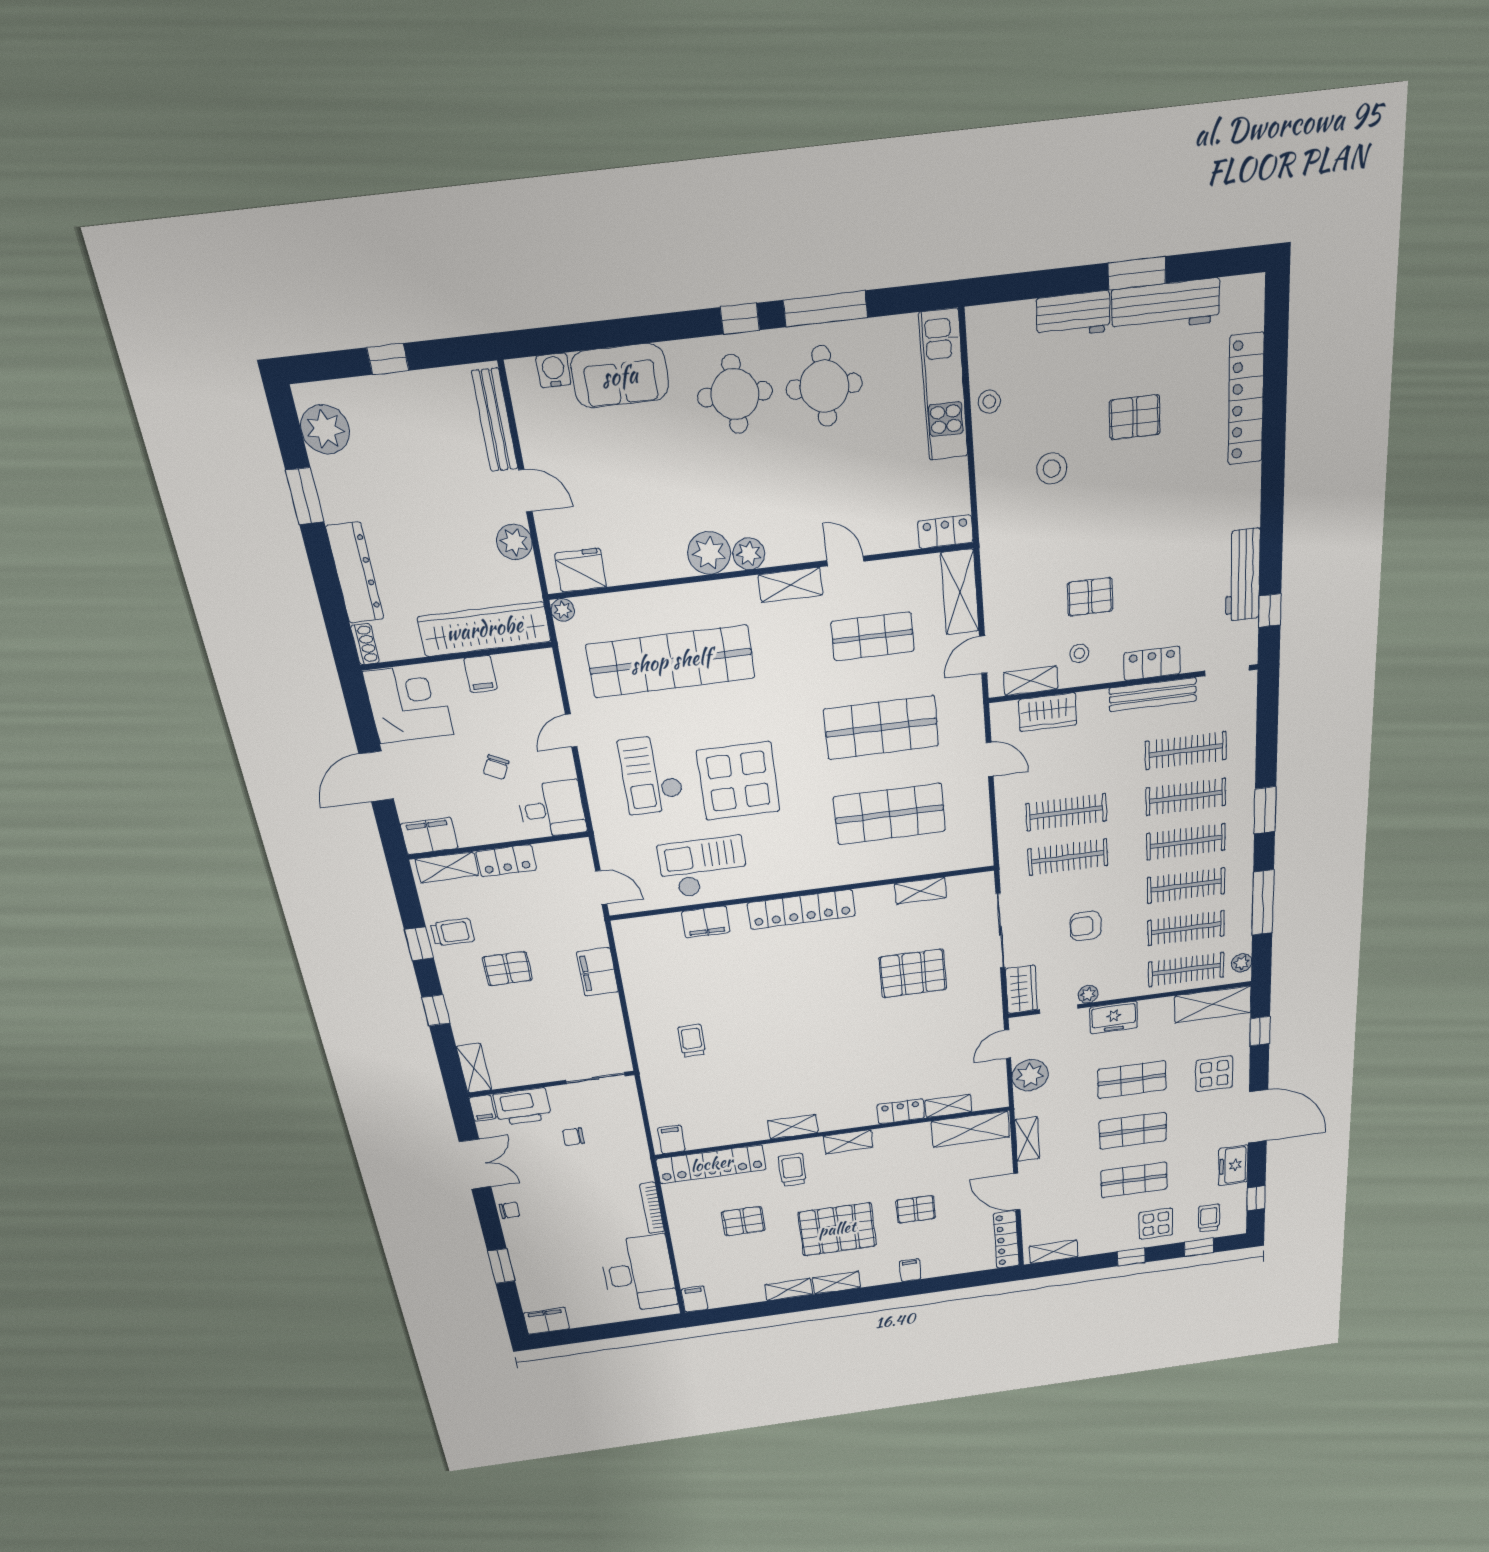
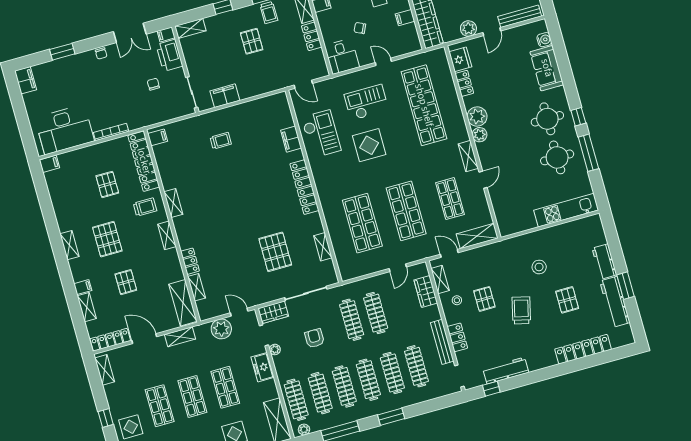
stool: (989, 402) -> (563, 232), removed
trolley: (1132, 523) -> (521, 310), added
locker: (945, 532) -> (464, 83), moved
plant: (563, 610) -> (441, 53), removed
display table: (738, 781) -> (369, 145), width x0.73, depth x0.73
door: (601, 888) -> (303, 84), hinge flipped
filing cabinet: (597, 972) -> (225, 96), moved
door: (1017, 1192) -> (144, 339), hinge flipped
pallet: (837, 1229) -> (107, 239), width x0.73, depth x0.71
shelving: (789, 1289) -> (87, 307), moved

